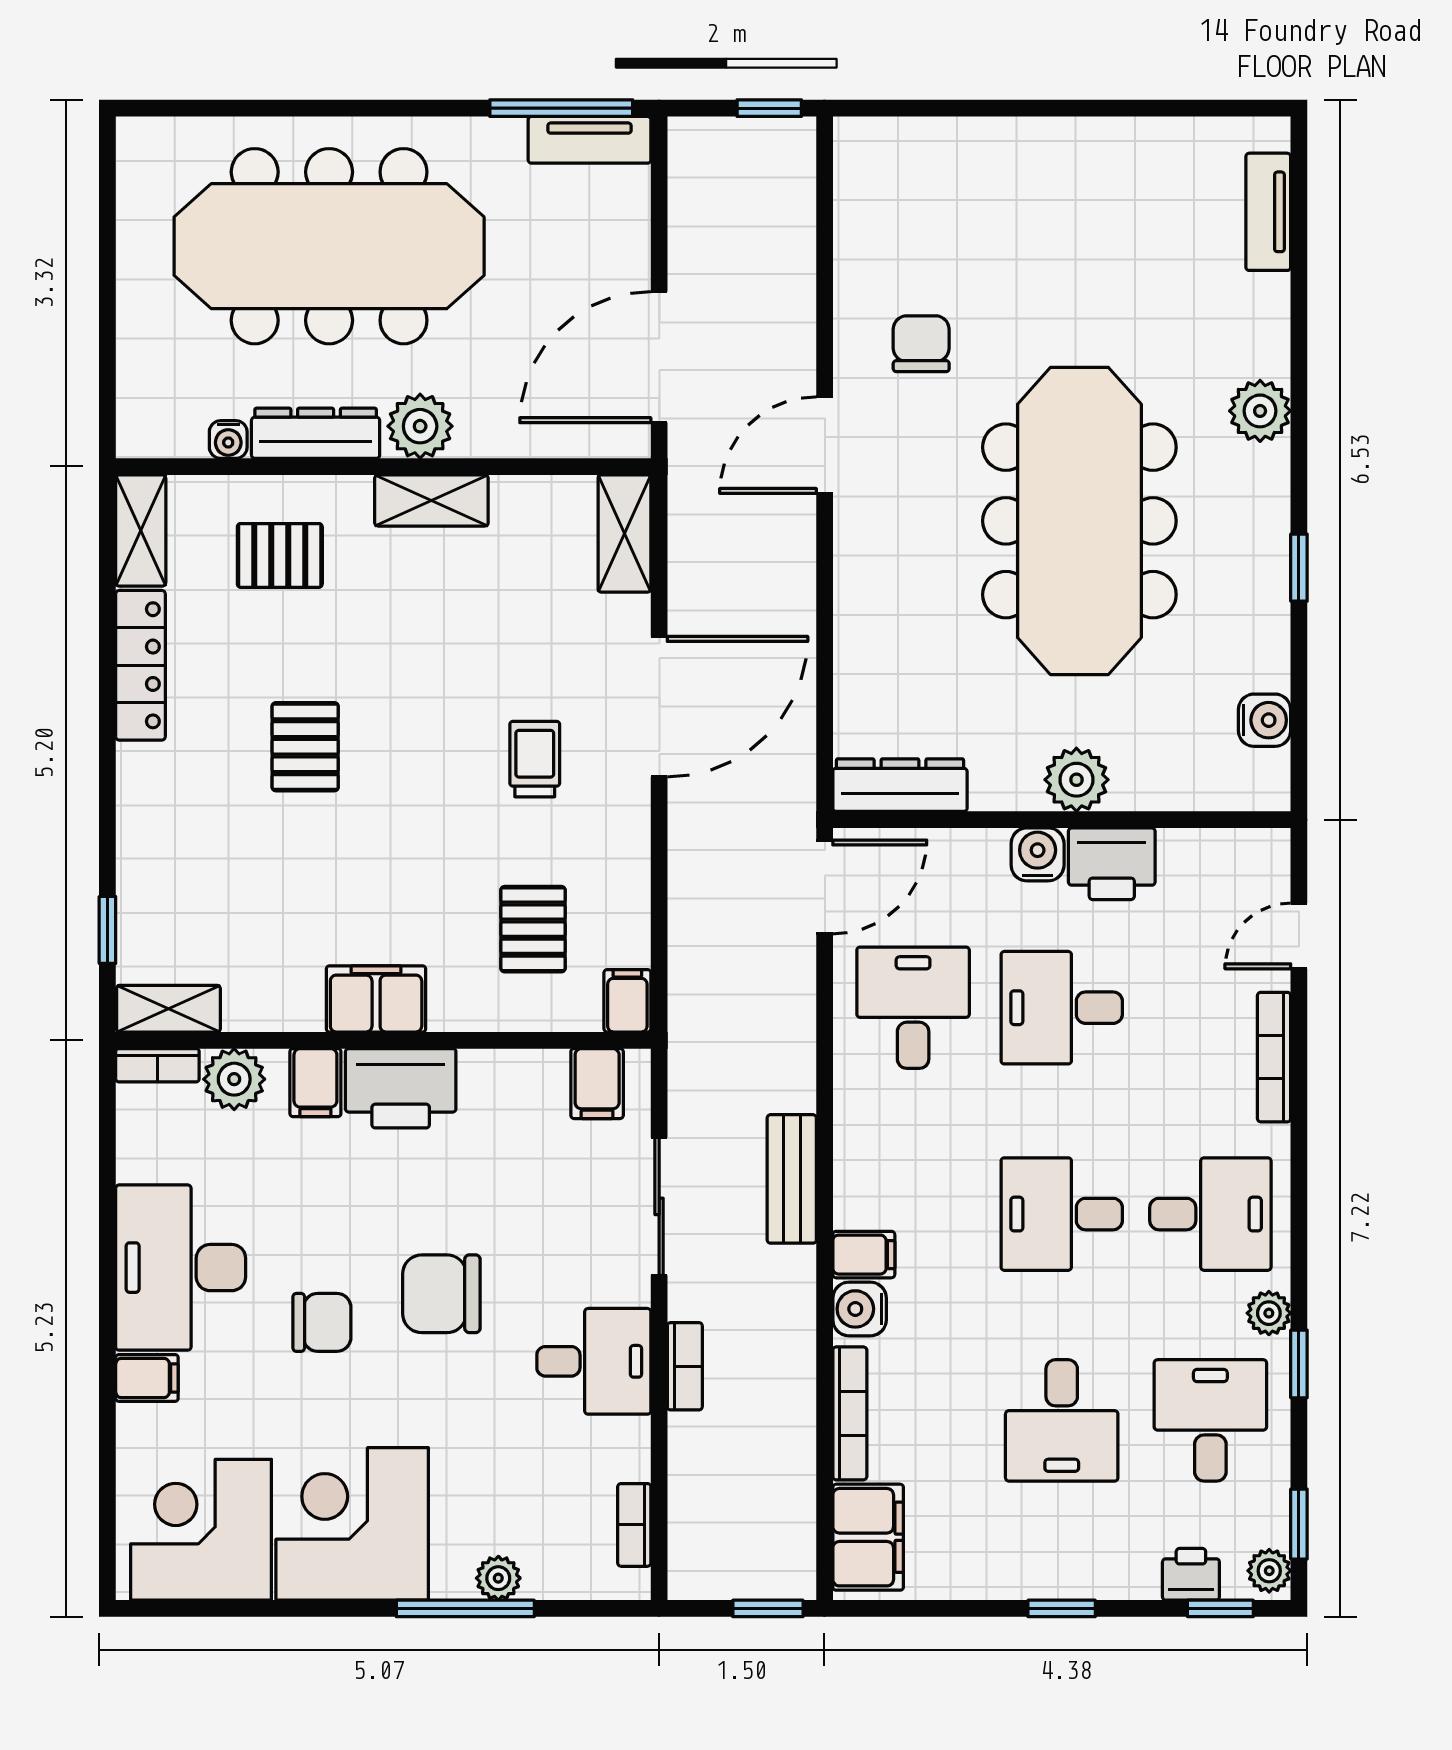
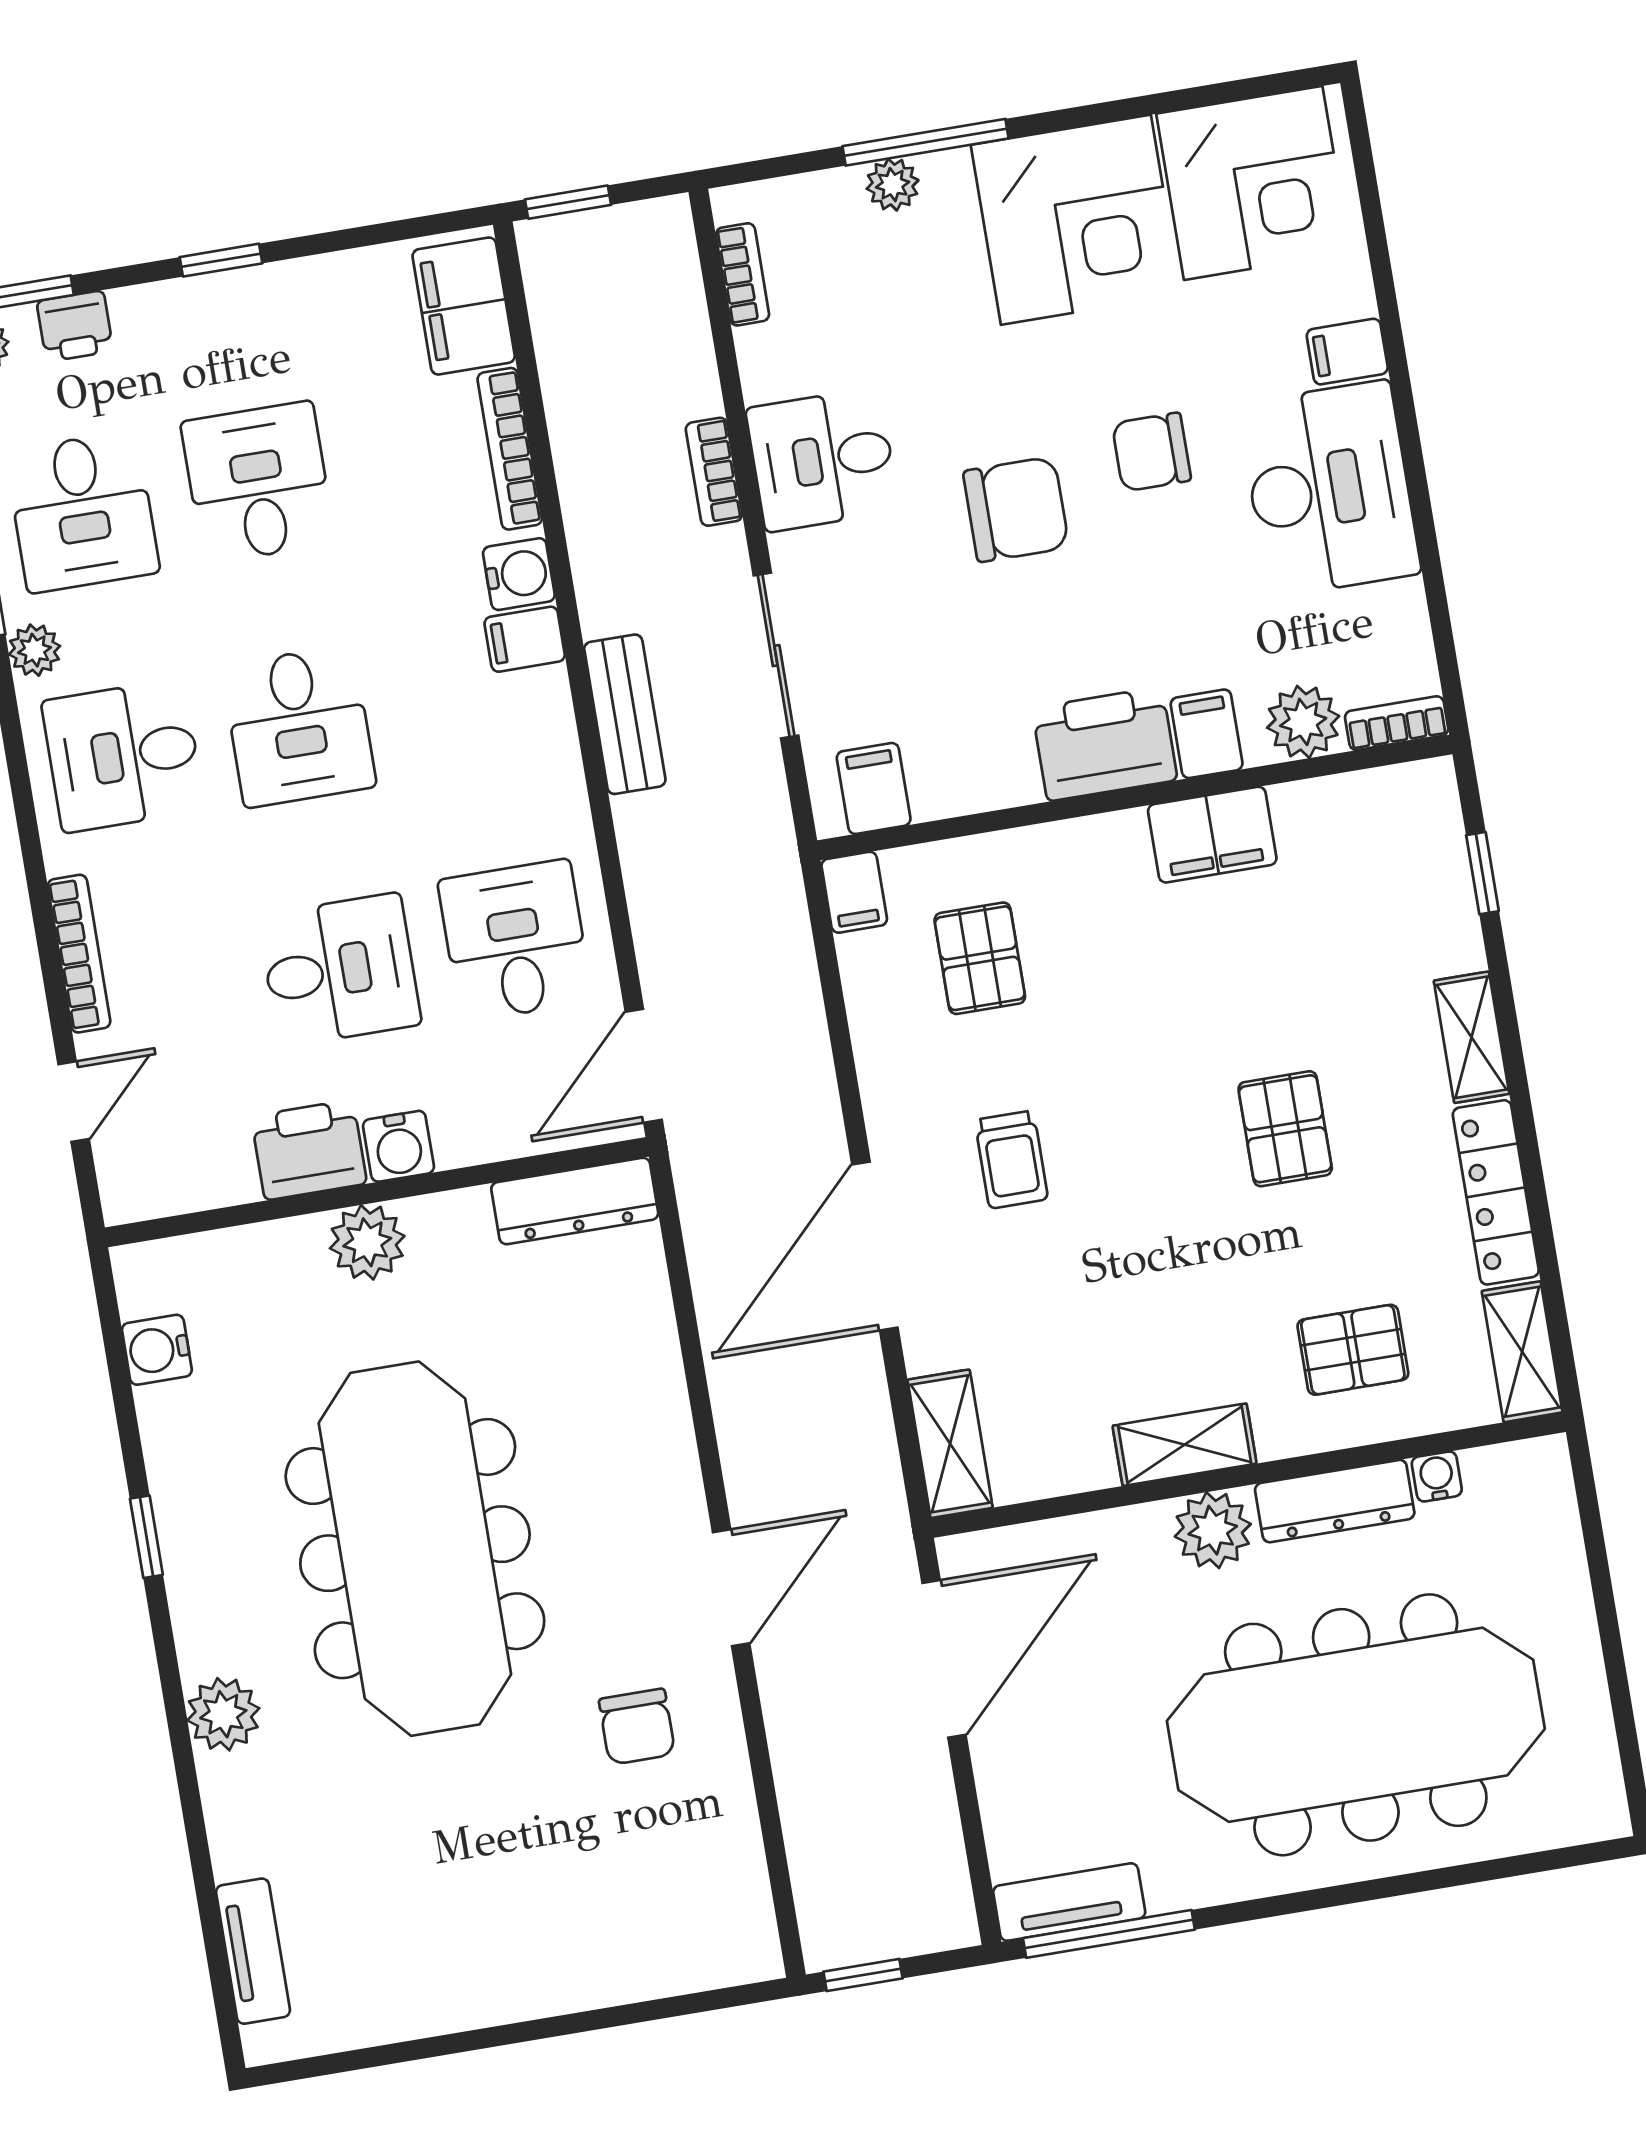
filing cabinet: (376, 999) -> (1212, 835), moved
desk: (913, 1008) -> (515, 941), turned 180
shelving: (168, 1009) -> (1471, 1037), moved, turned 90
desk: (1062, 1214) -> (299, 726), turned 90

